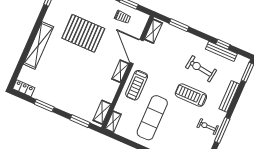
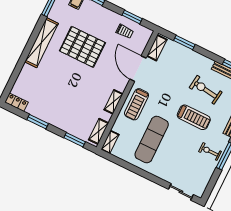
shelving: (38, 45) -> (41, 43), moved
shelving: (120, 71) -> (113, 102), moved
treadmill: (191, 95) -> (194, 117), turned 180

